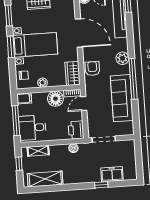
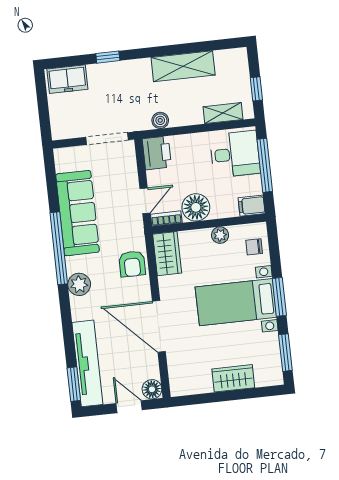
freezer: (112, 174) -> (67, 79), moved
shelving: (45, 179) -> (183, 66), moved

